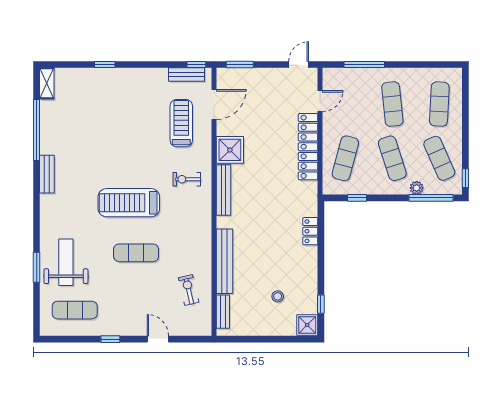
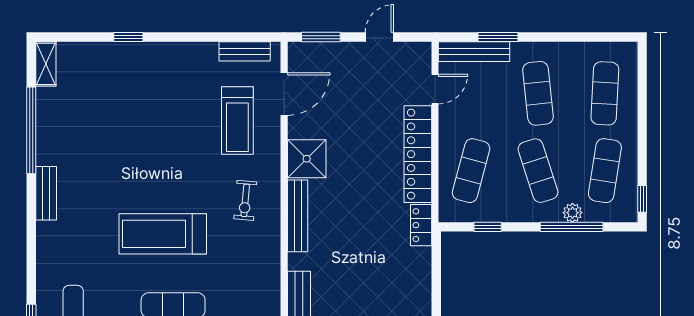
window: (196, 65) -> (259, 37), removed
door: (299, 65) -> (379, 37), moved
window: (364, 65) -> (498, 37), width x0.69
bench: (347, 75) -> (474, 52), added
treadmill: (181, 123) -> (237, 121), turned 180
exercise mat: (439, 158) -> (605, 171), turned 33
exercise bike: (187, 179) -> (245, 200), turned -85
window: (431, 198) -> (572, 227), moved
locker: (310, 231) -> (421, 225), moved

